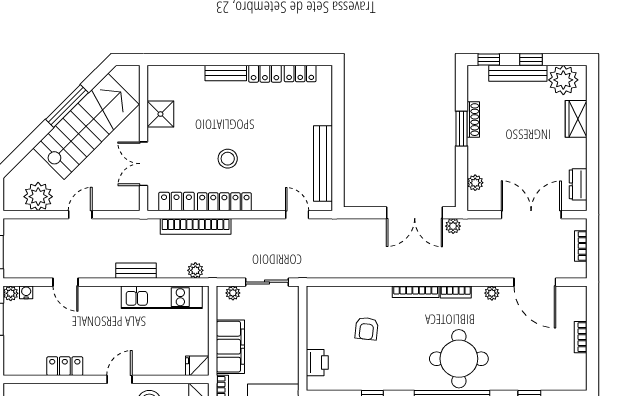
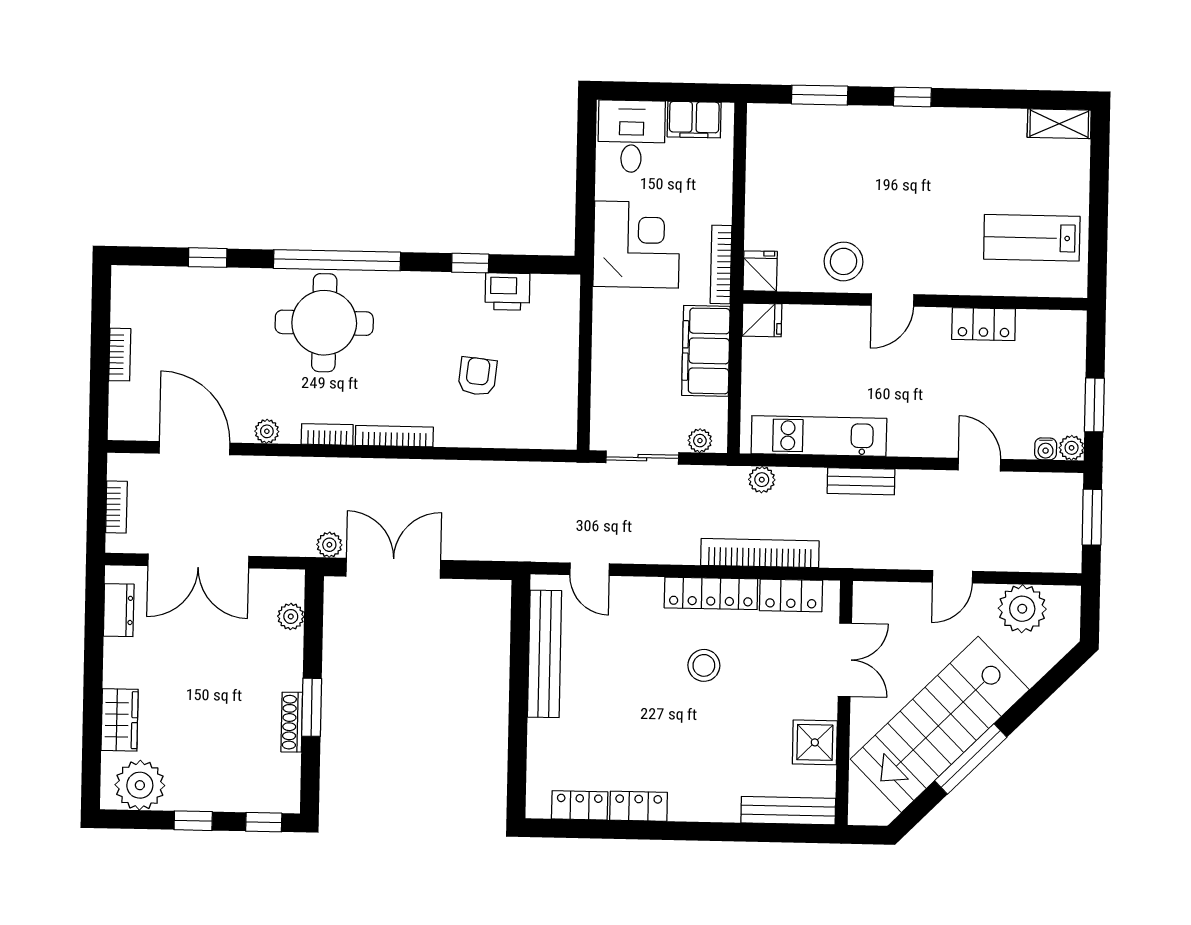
bench: (226, 73) -> (788, 811), moved, width x1.36
bench: (518, 73) -> (216, 798), removed
printer: (317, 363) -> (507, 291), moved, turned -90

